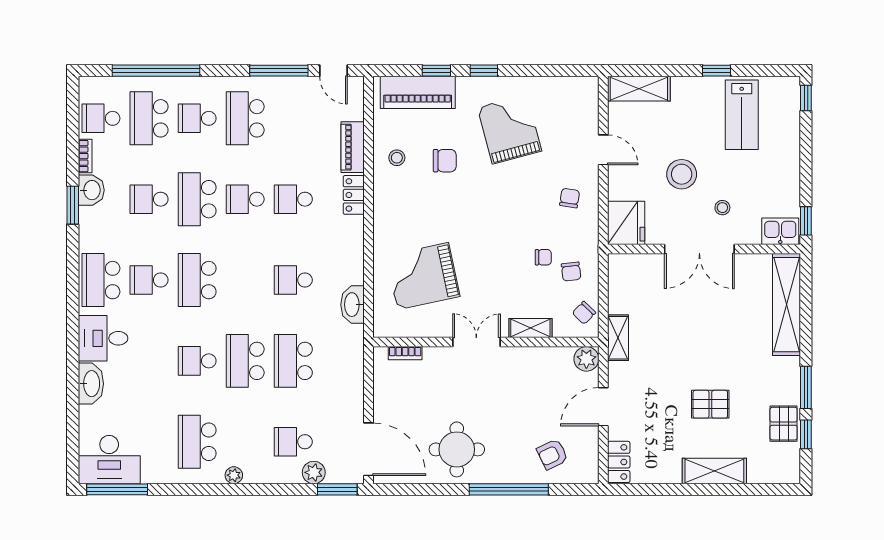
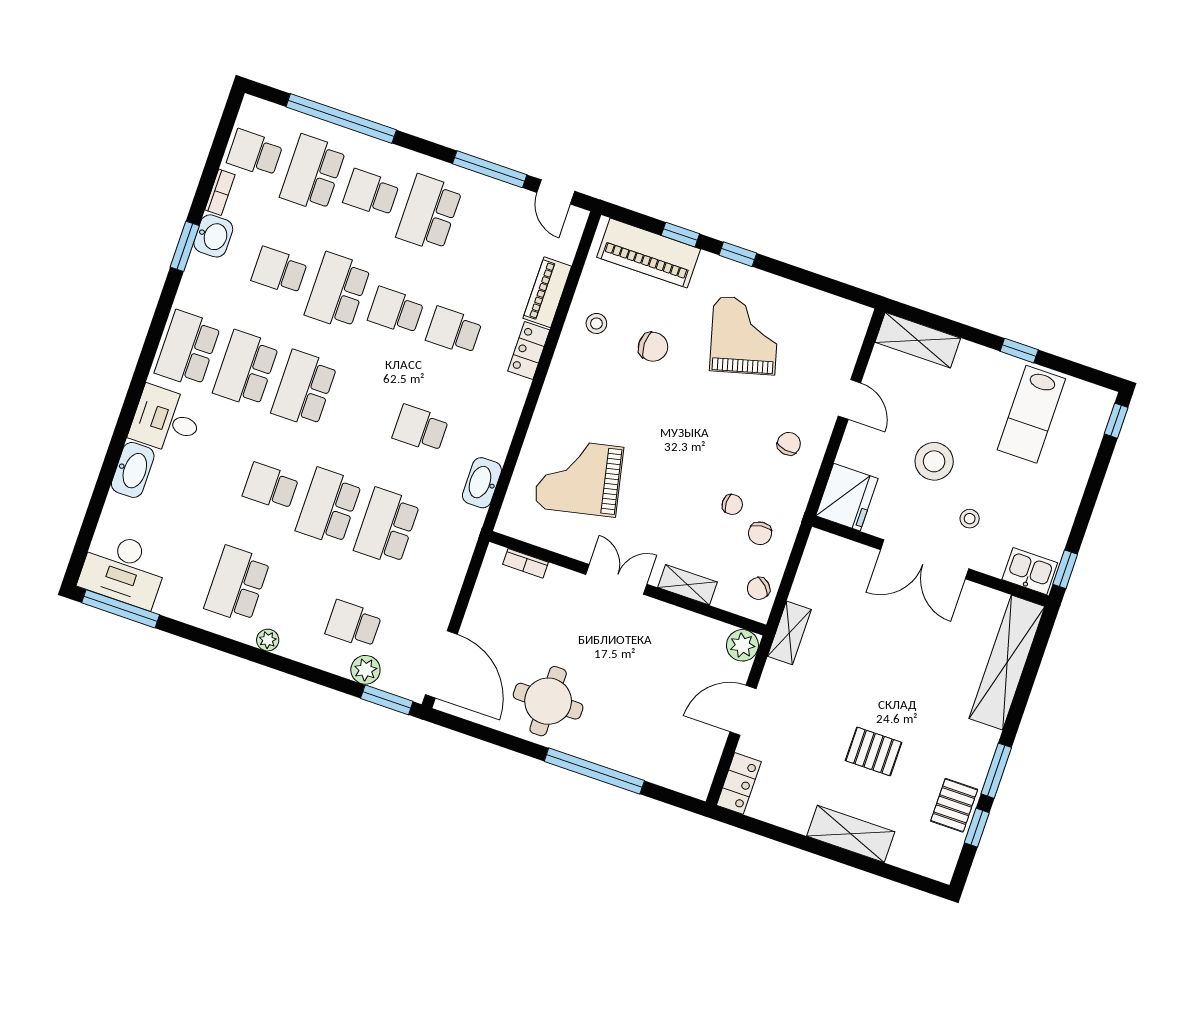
school desk: (149, 280) -> (246, 369), width x1.85
armchair: (552, 454) -> (662, 747), removed

